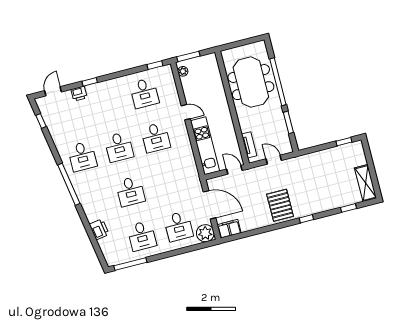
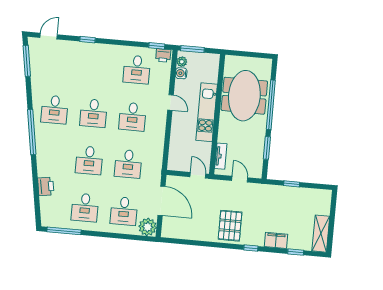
water cooler: (186, 82) -> (181, 73), added
printer: (79, 94) -> (163, 55), moved
window: (41, 121) -> (27, 61), width x2.17
window: (344, 142) -> (292, 184), moved
kitchen unit: (205, 146) -> (207, 112), moved, turned 180
desk: (167, 182) -> (128, 164), added
filing cabinet: (229, 229) -> (276, 240), moved

